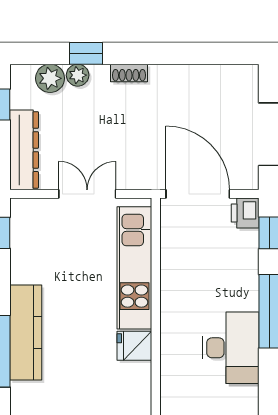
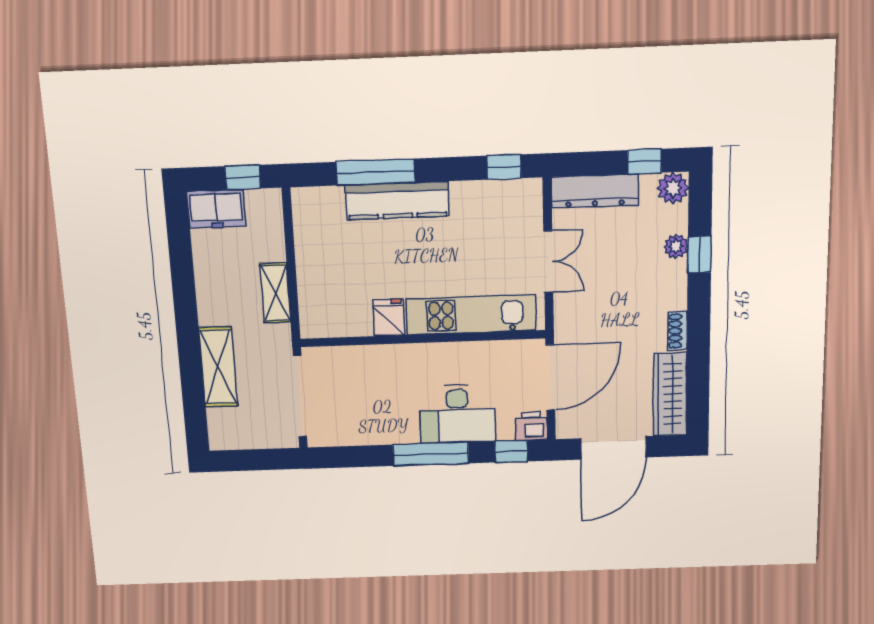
shoe rack: (129, 73) -> (678, 331), moved
plant: (50, 78) -> (673, 188), moved
wardrobe: (218, 80) -> (670, 394), added
desk: (231, 348) -> (457, 414), moved

